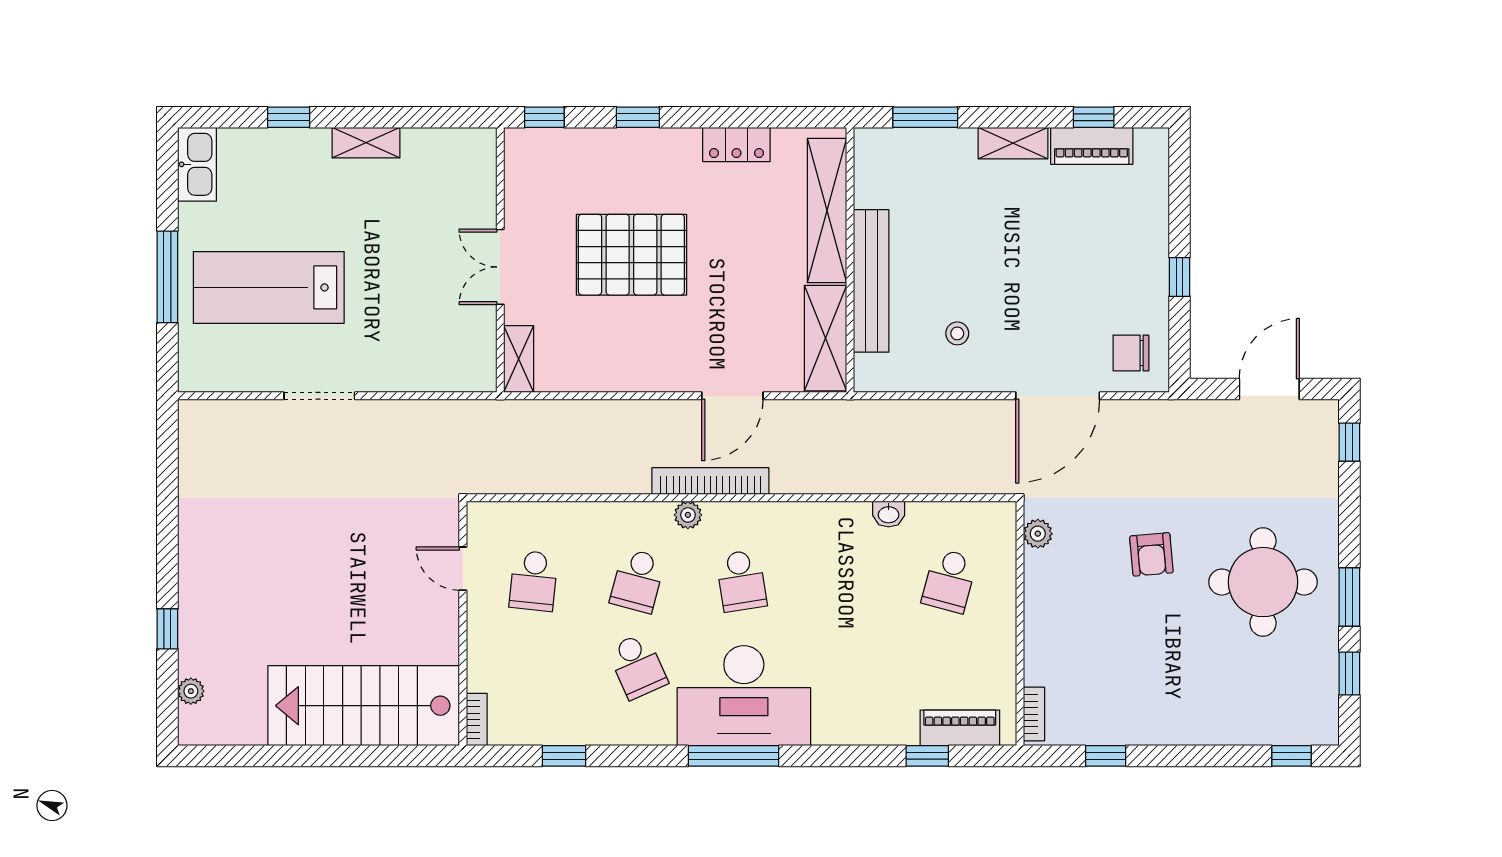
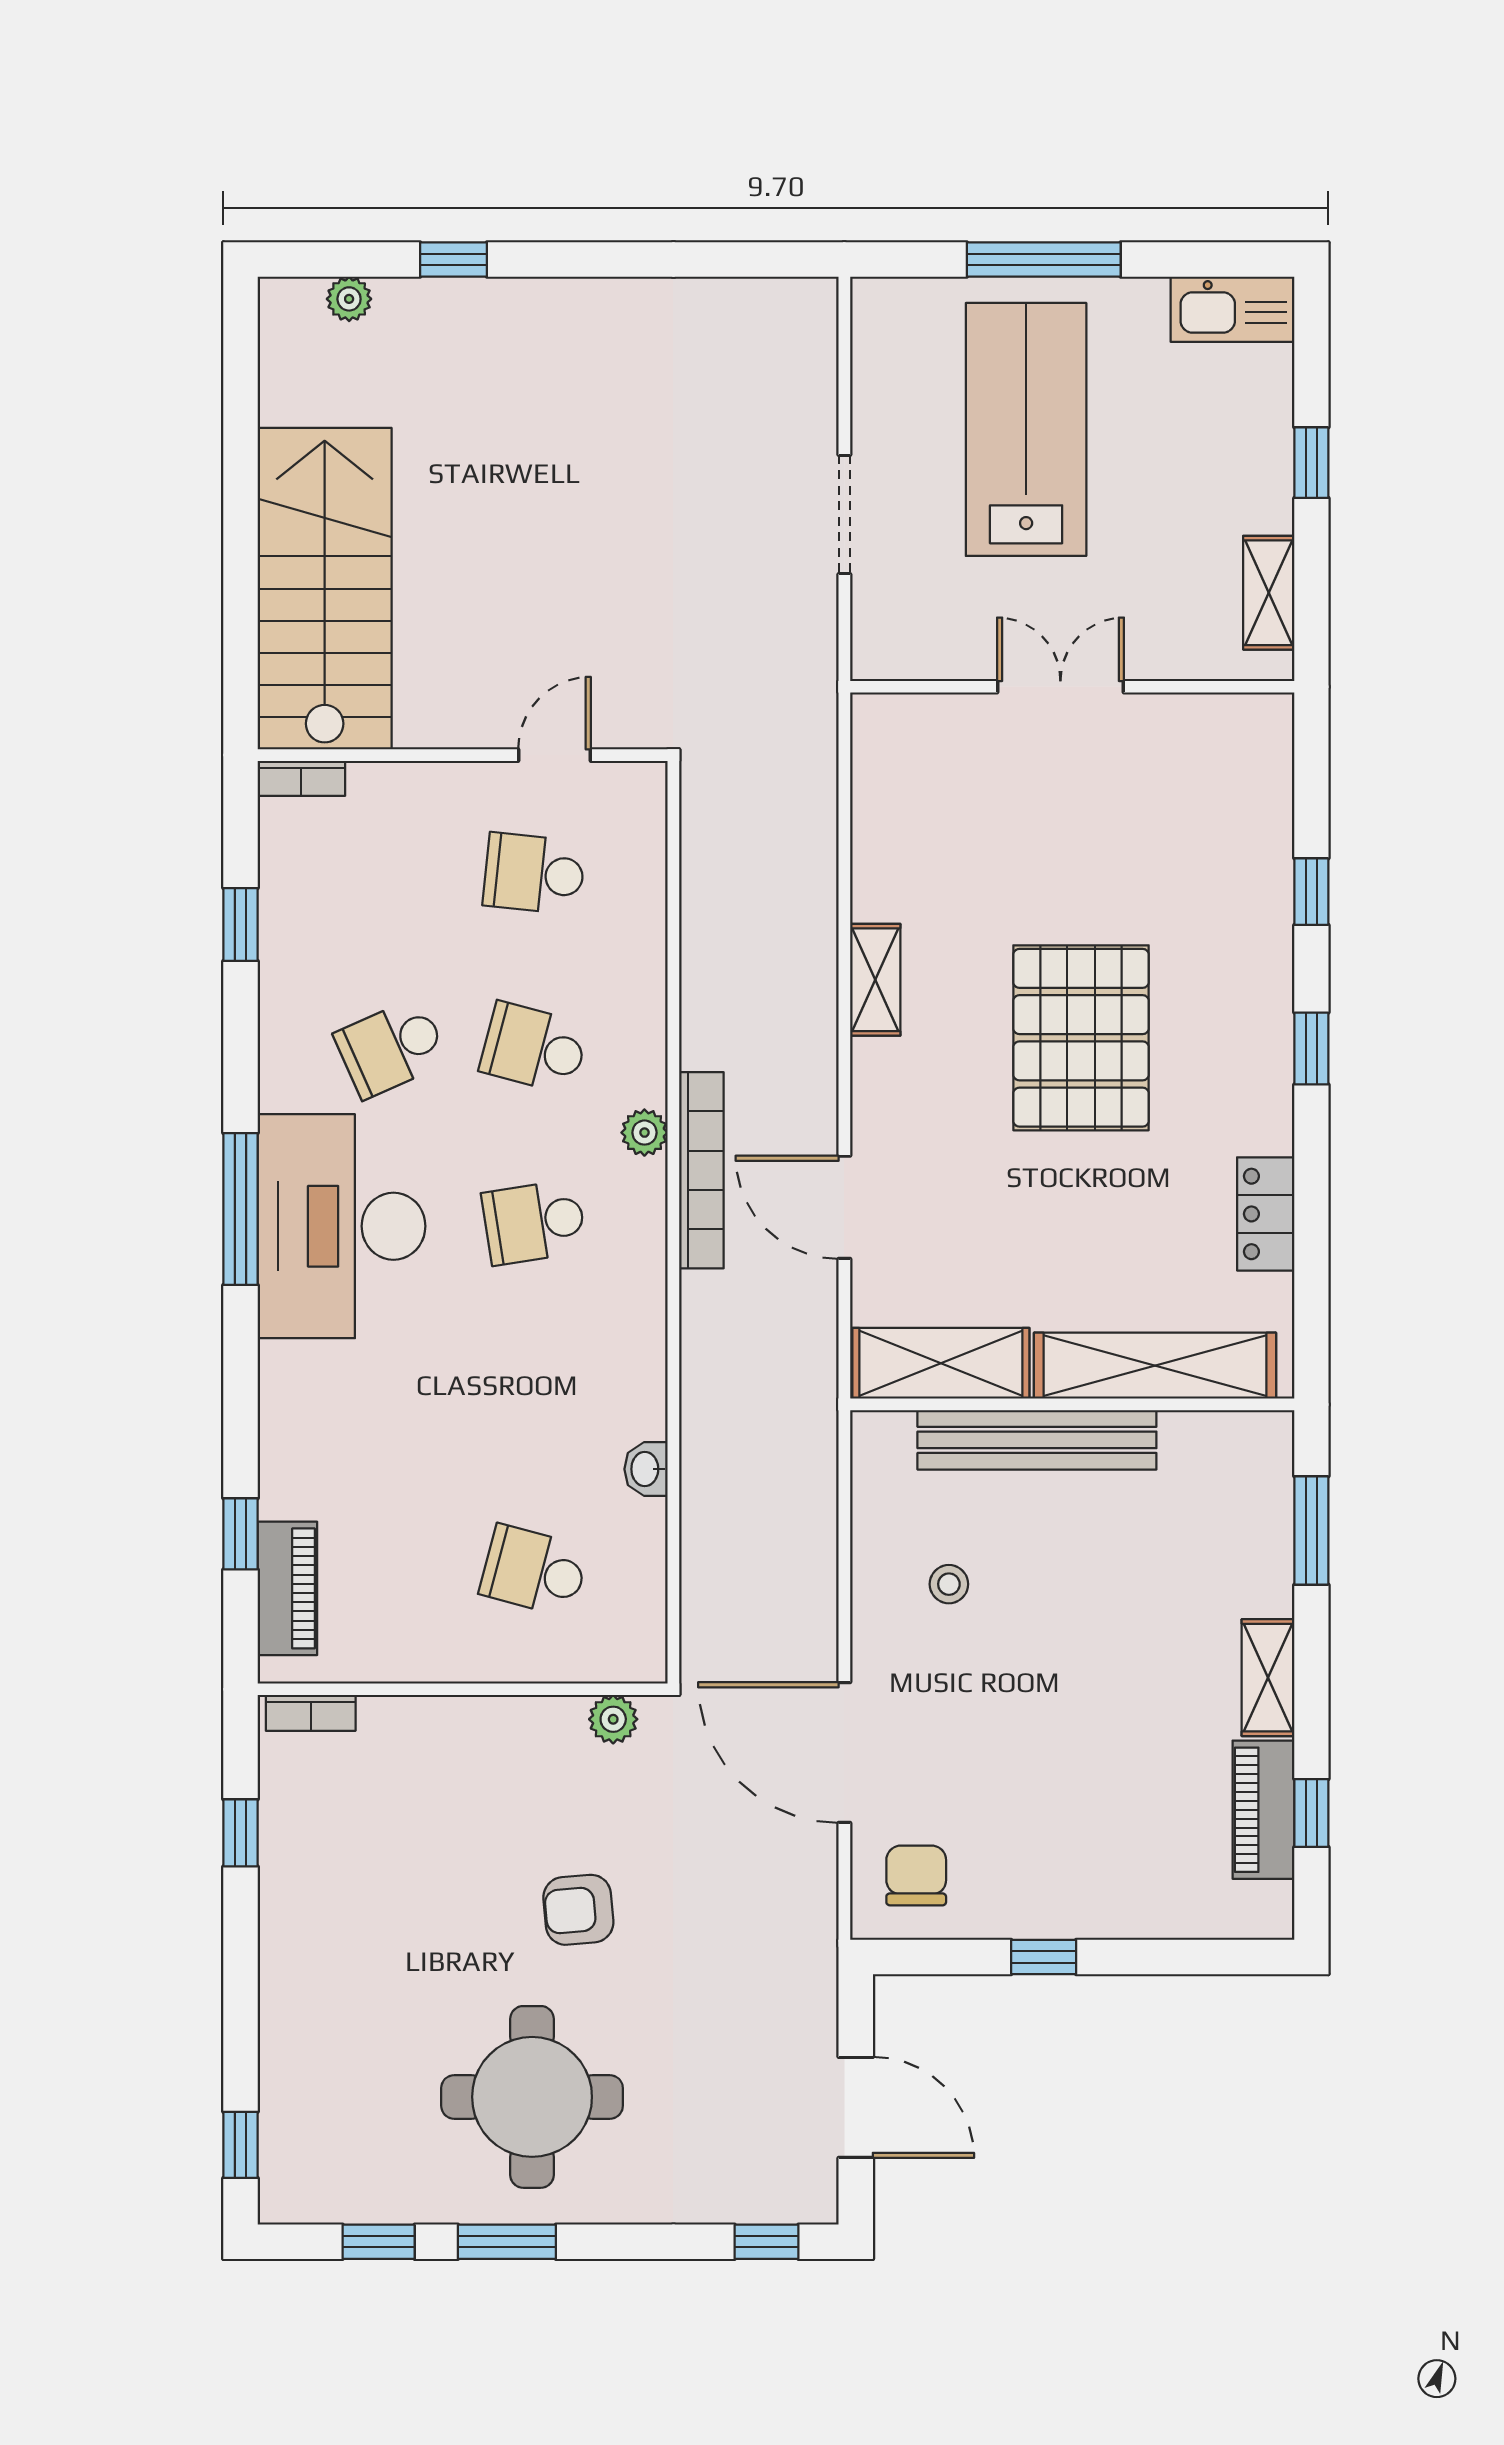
wall: (500, 260) -> (1072, 687), moved
double door: (500, 267) -> (1060, 687), moved
shelving: (519, 359) -> (875, 980), moved, turned 90

